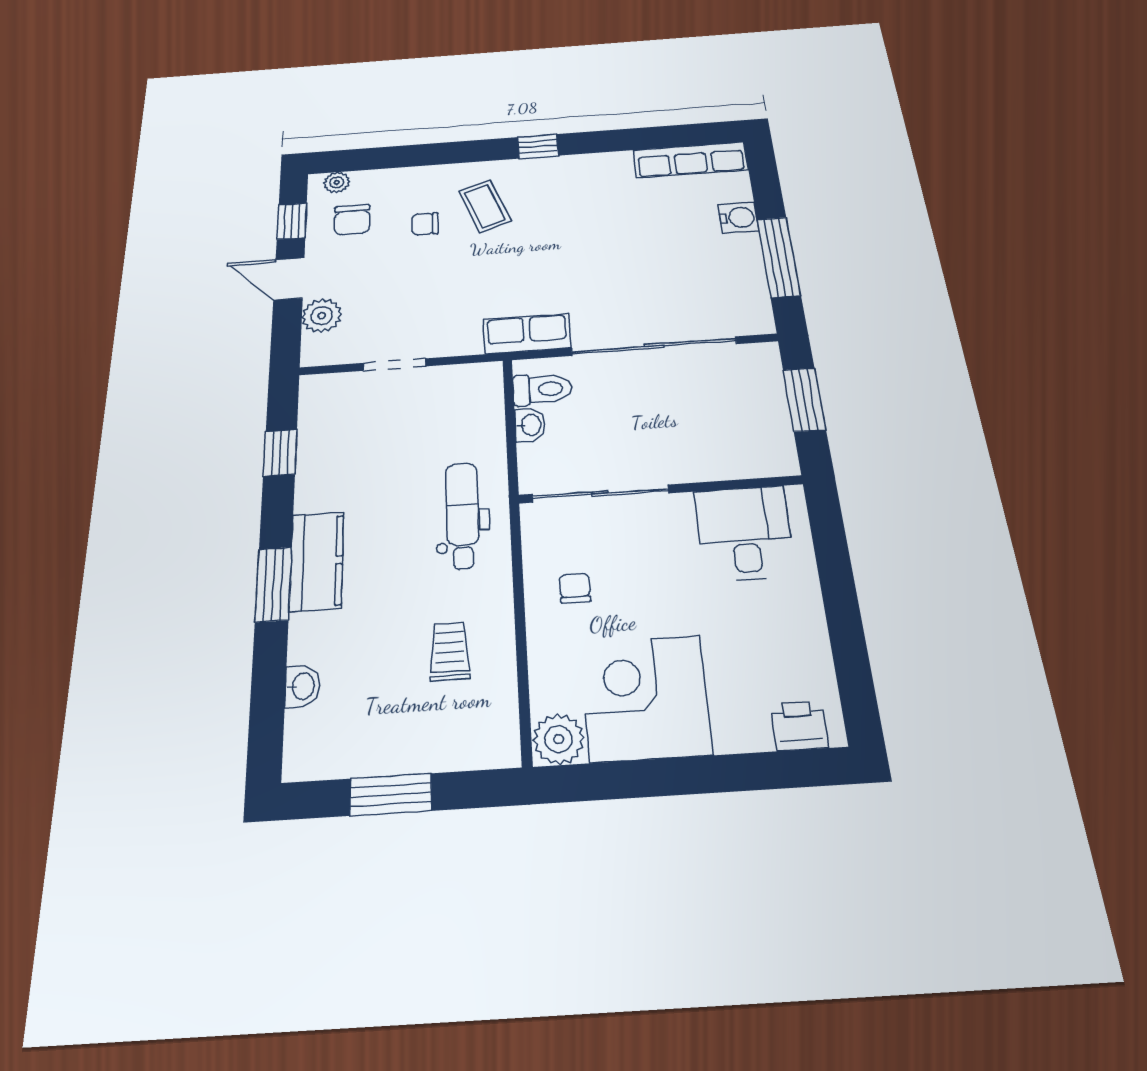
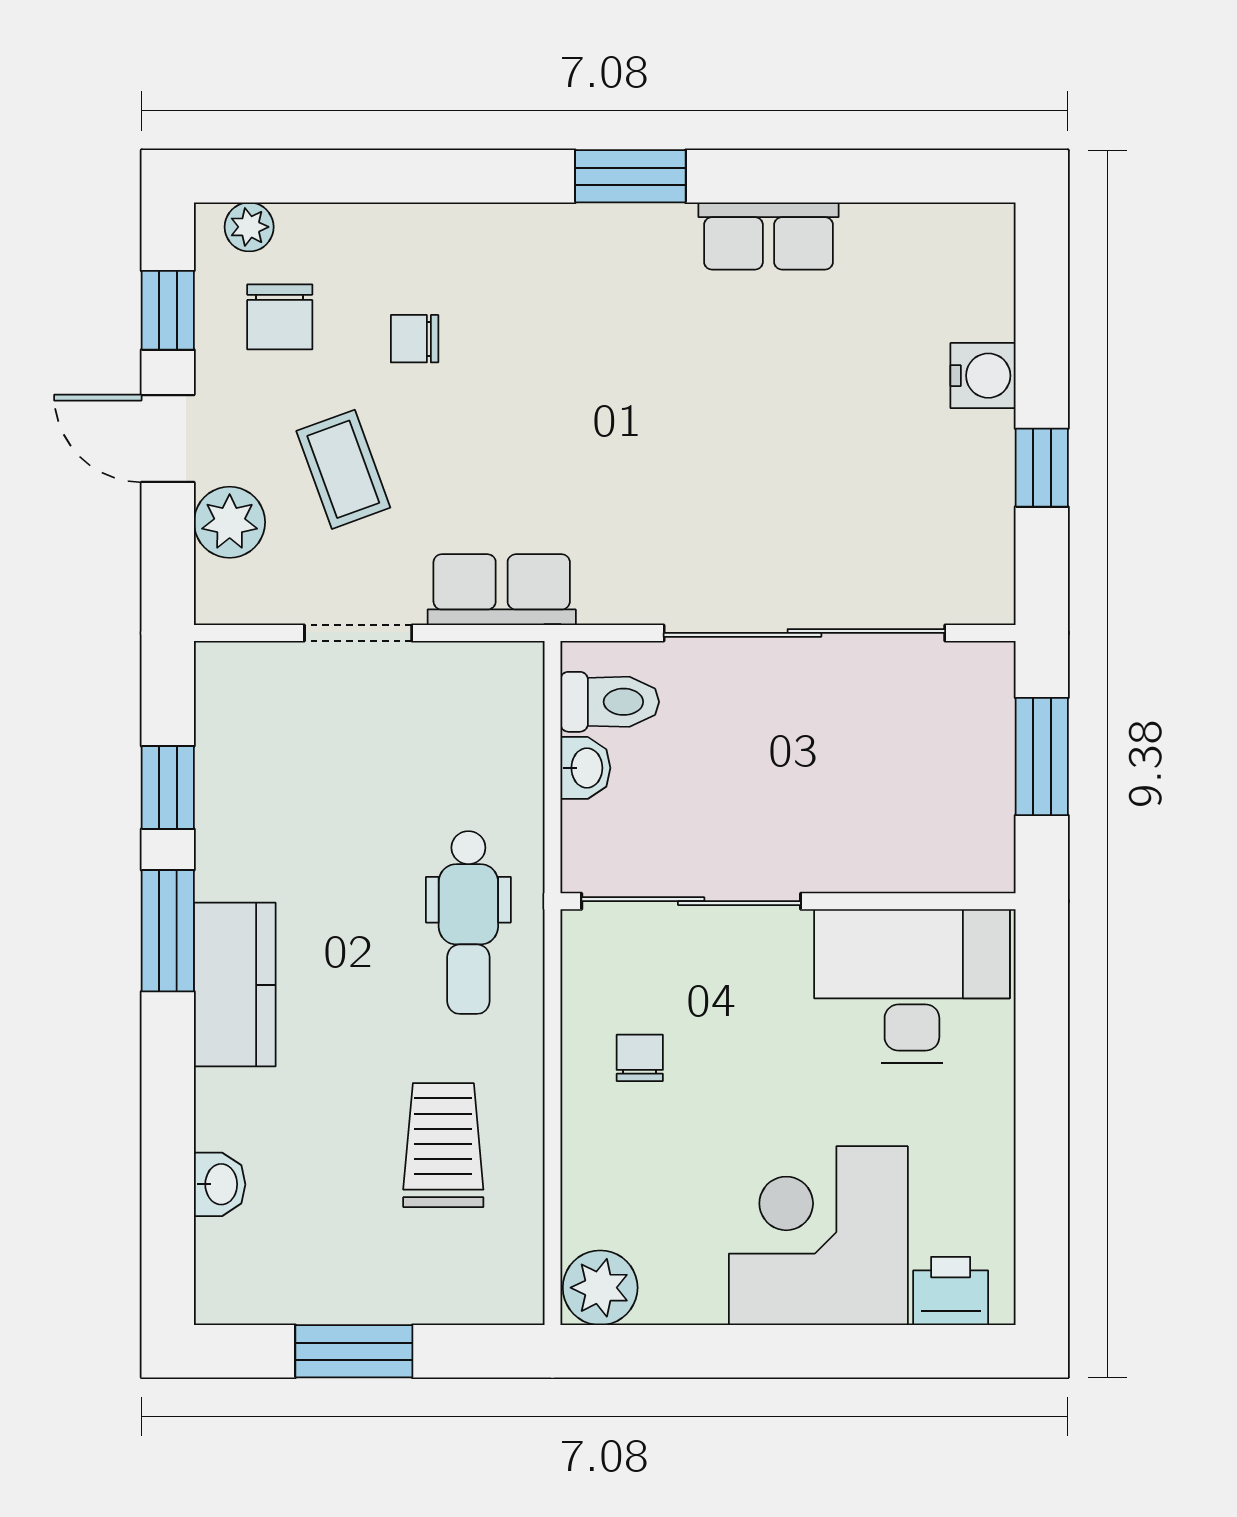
window: (538, 146) -> (630, 176), width x1.50
row of seats: (690, 160) -> (768, 236), moved, width x0.68
coffee table: (485, 206) -> (343, 469), moved
window: (779, 257) -> (1042, 468), width x0.46
row of seats: (527, 334) -> (502, 590), moved
dental chair: (462, 515) -> (468, 923), turned 180
desk: (745, 533) -> (912, 986), width x1.37
window: (273, 584) -> (168, 931), moved
trolley: (450, 651) -> (443, 1145), width x1.36, depth x1.39
corner desk: (646, 698) -> (818, 1236), moved

